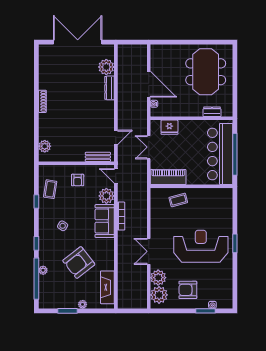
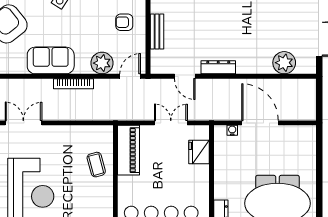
door: (149, 84) -> (260, 123), swing flipped
dresser: (109, 88) -> (218, 67), moved
bench: (98, 157) -> (157, 32), moved
sofa: (105, 221) -> (51, 60), moved

